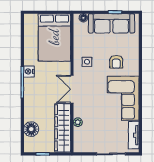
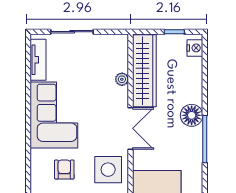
side table: (87, 62) -> (108, 170), width x1.87, depth x1.87
nightstand: (29, 71) -> (195, 48), moved
floor lamp: (31, 129) -> (192, 115), moved

